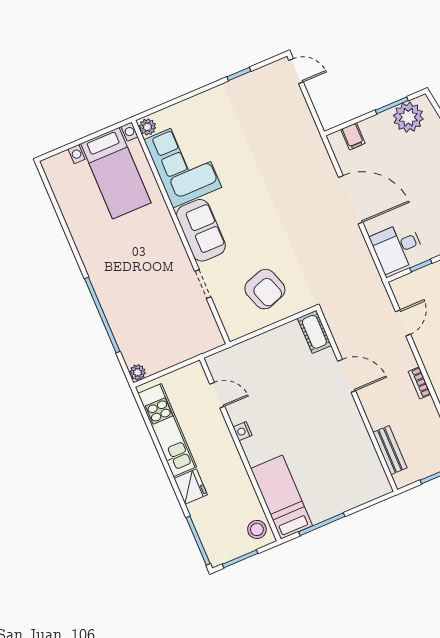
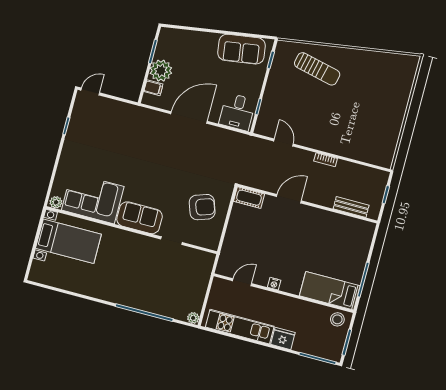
plant: (408, 117) -> (161, 71), moved

